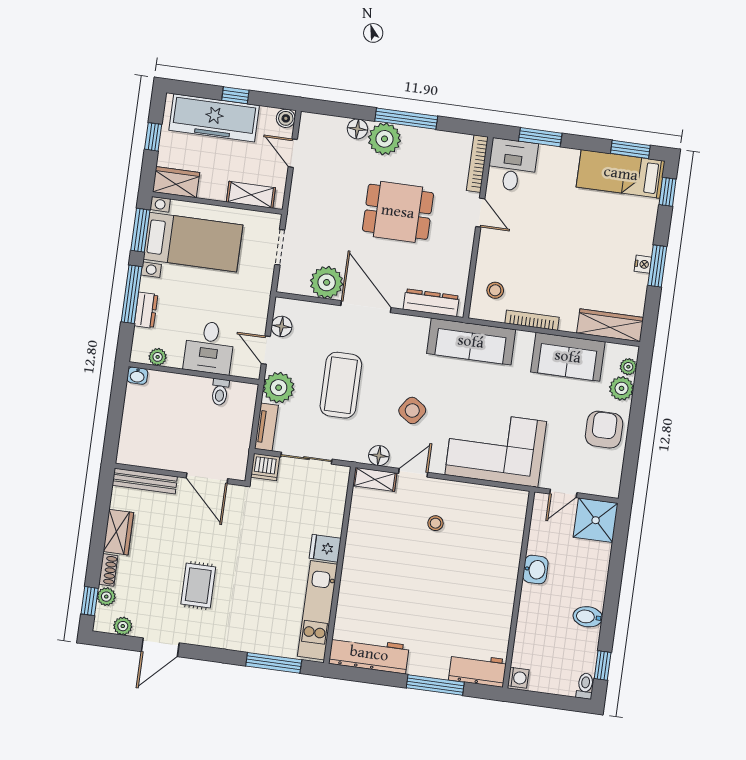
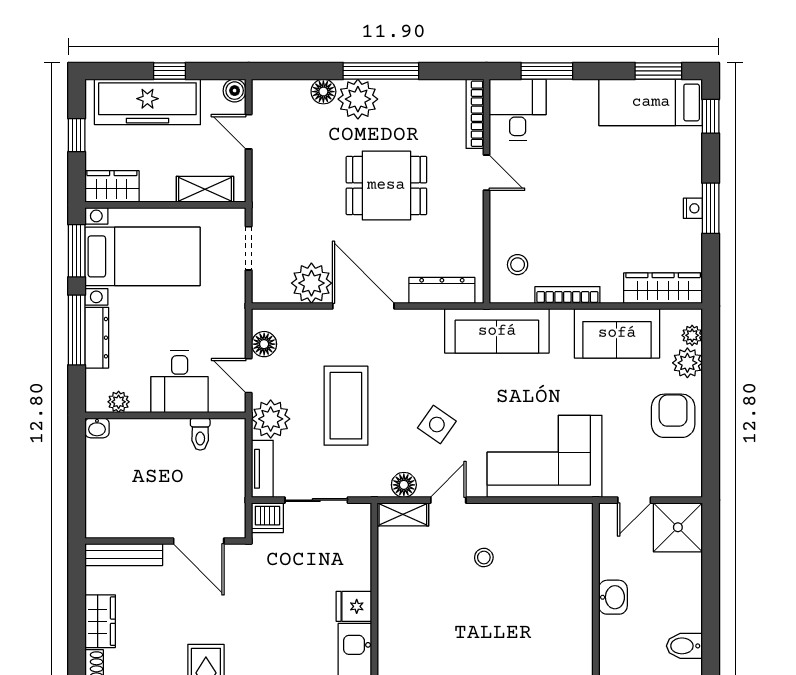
dresser: (146, 310) -> (97, 338), width x1.44

